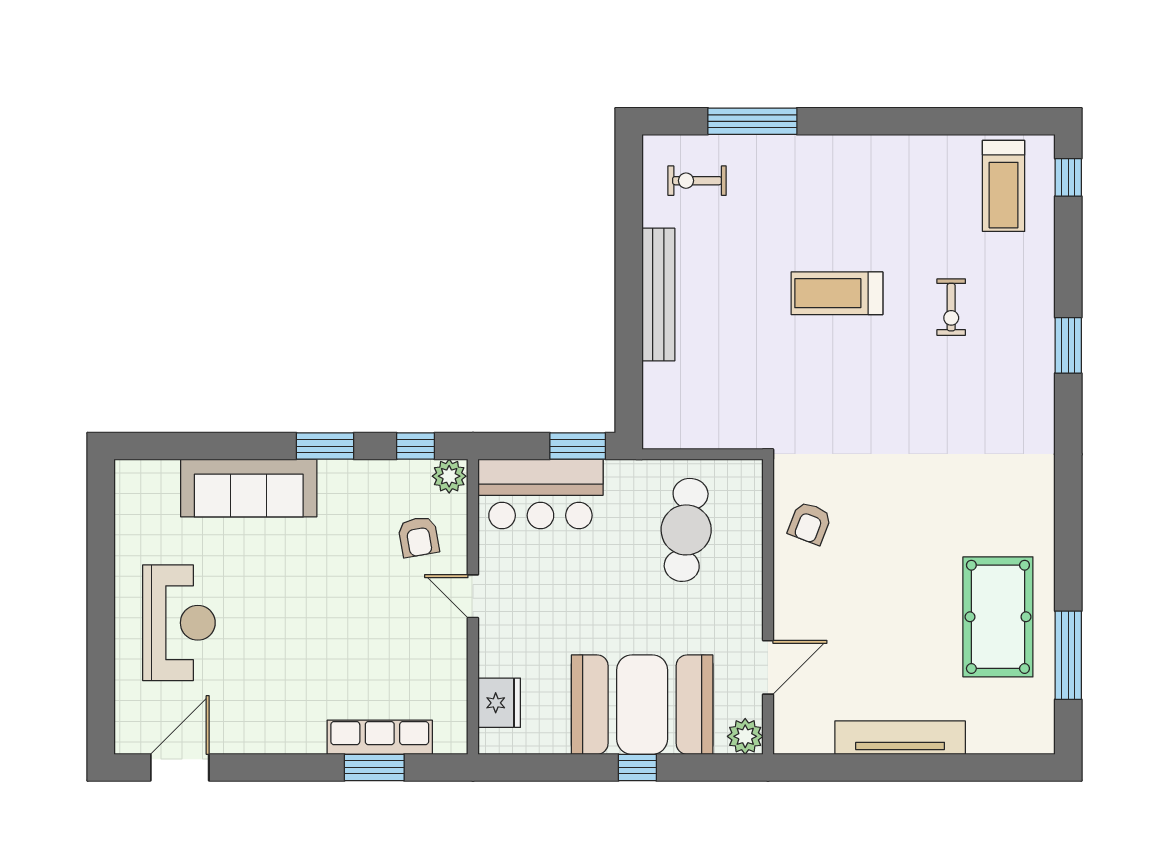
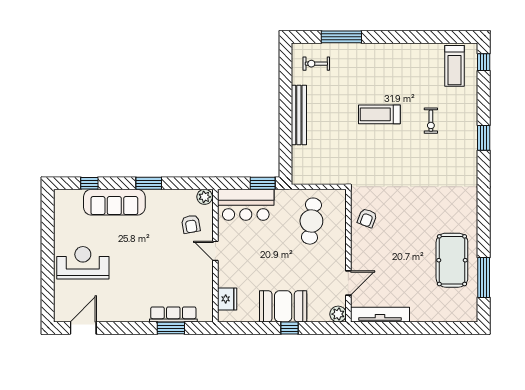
window: (415, 446) -> (89, 183), moved
reception desk: (179, 623) -> (83, 263), turned -90
booth: (642, 705) -> (283, 306), width x0.73, depth x0.70
tv unit: (900, 738) -> (380, 315), moved

